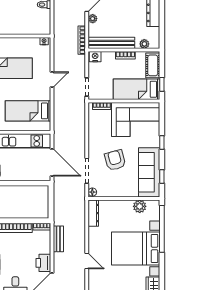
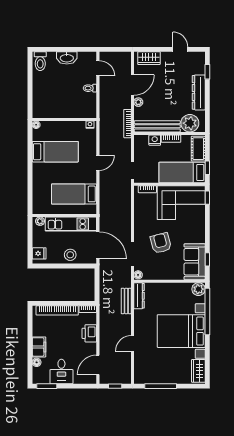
plant: (144, 44) -> (190, 123), width x1.87, depth x1.87
nightstand: (95, 57) -> (155, 140), moved
window: (162, 143) -> (207, 198), moved
stool: (24, 172) -> (70, 255), added
sofa: (149, 172) -> (195, 262), width x0.73
plant: (140, 206) -> (199, 289), moved
bench: (58, 239) -> (126, 301), moved
door: (87, 261) -> (133, 343), swing flipped
printer: (43, 263) -> (89, 333), moved

